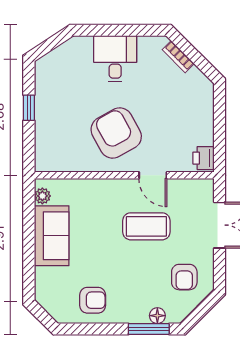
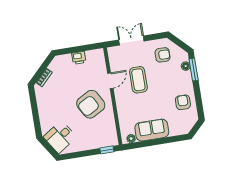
desk: (115, 59) -> (60, 137), moved, turned -33
window: (29, 108) -> (107, 150), moved
printer: (204, 158) -> (79, 58), moved

